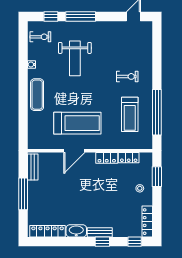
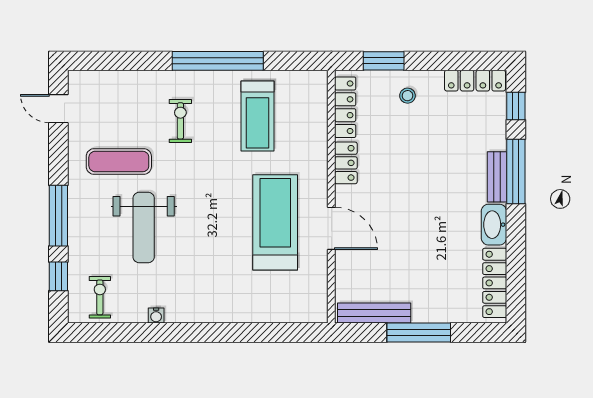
weight bench: (75, 58) -> (144, 228), turned 90
exercise mat: (37, 95) -> (119, 161), moved
window: (157, 112) -> (218, 61), moved
treadmill: (130, 114) -> (257, 116), turned 90
locker: (129, 158) -> (345, 107), width x1.53
bench: (33, 167) -> (374, 313), width x1.36
window: (102, 242) -> (516, 172), width x2.17

